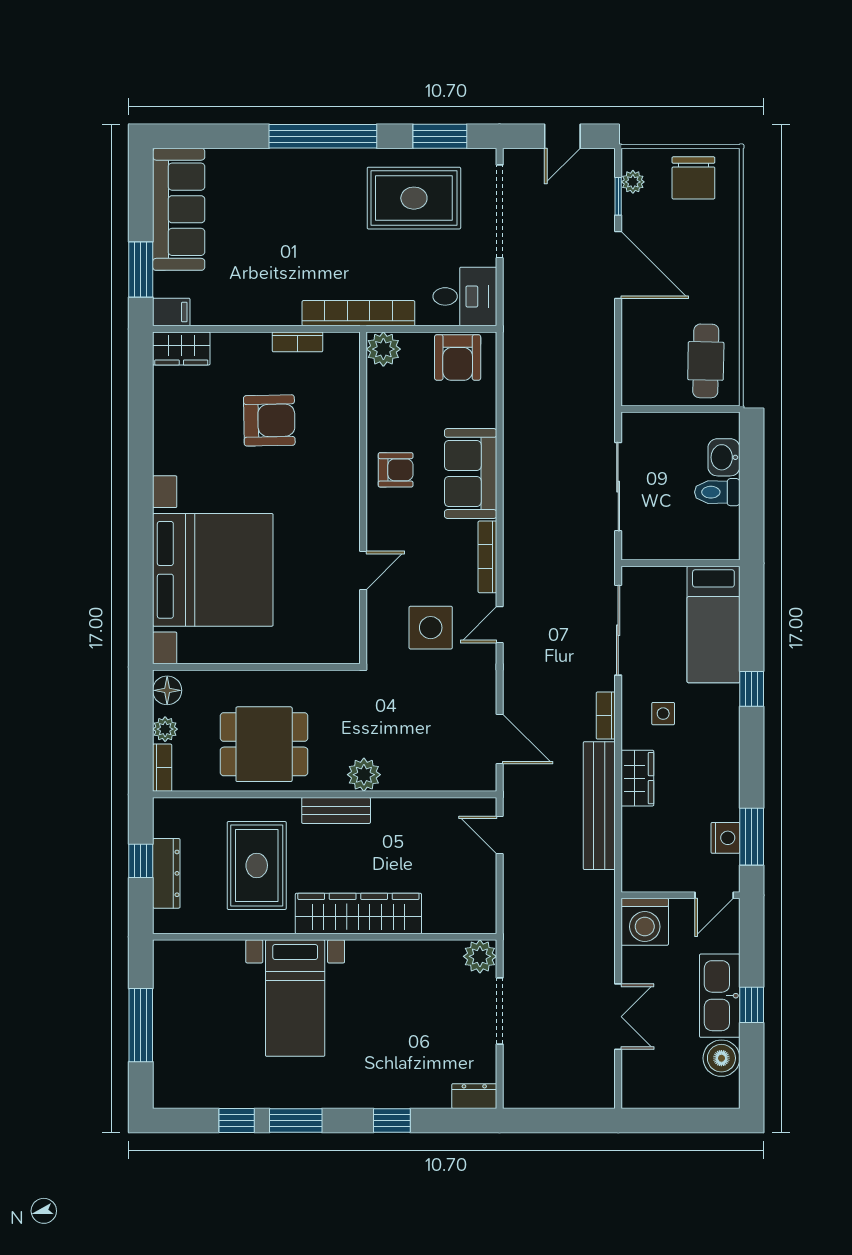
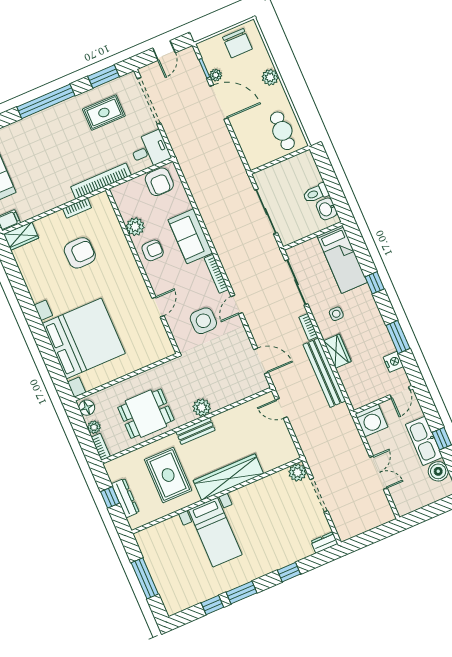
plant: (633, 182) -> (216, 75), moved
rug: (414, 198) -> (104, 113), width x0.73, depth x0.70
plant: (724, 260) -> (270, 77), added
plant: (383, 349) -> (135, 227), moved
washbasin: (724, 457) -> (327, 209), moved
window: (752, 837) -> (398, 337), moved

